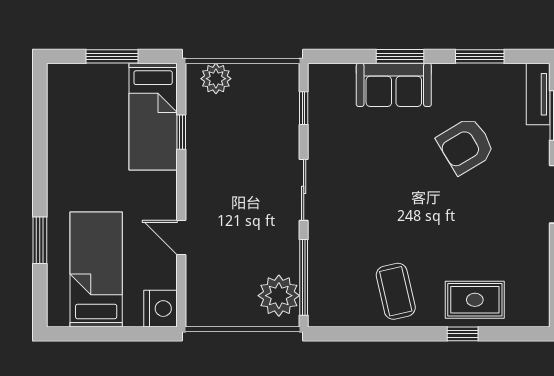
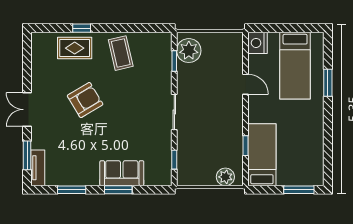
window: (112, 56) -> (299, 190), moved
armchair: (466, 146) -> (85, 100), moved
window: (304, 277) -> (174, 61), width x0.46

